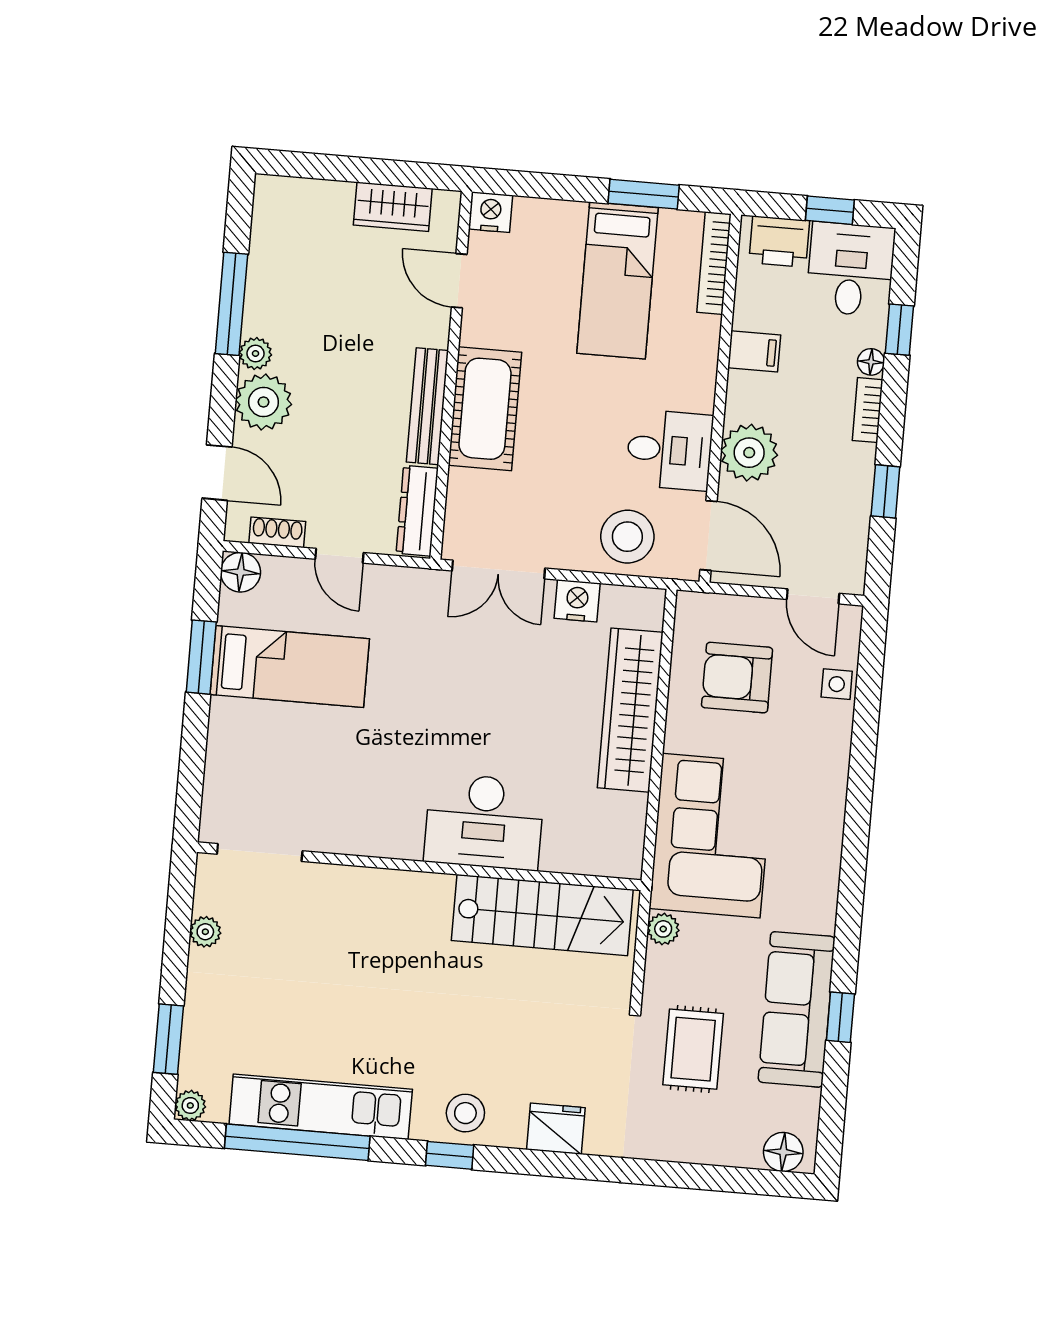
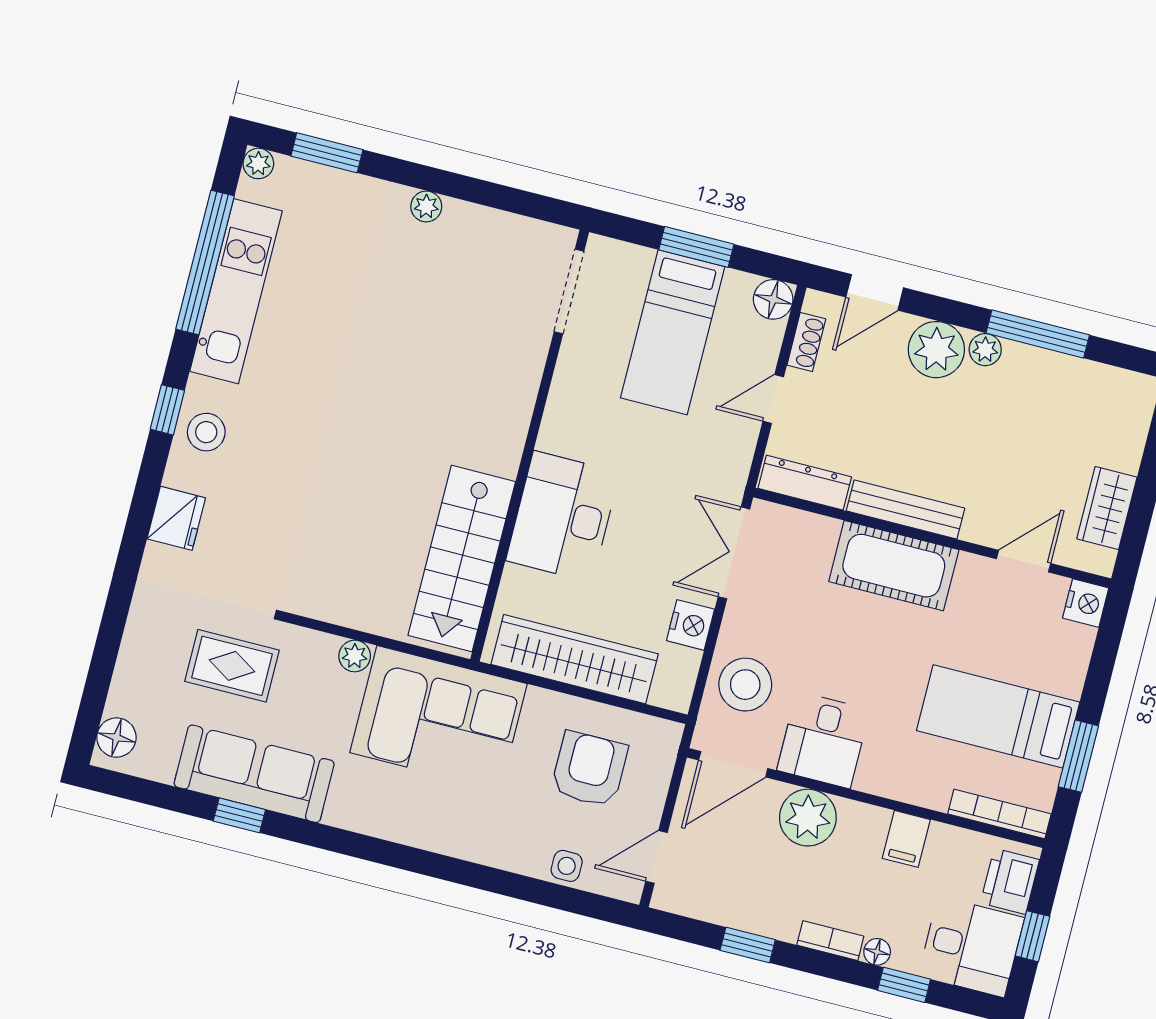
desk: (484, 822) -> (563, 517), moved
doorway: (260, 852) -> (569, 291), moved
wall: (419, 866) -> (530, 446), moved
stairs: (542, 915) -> (462, 558), moved

